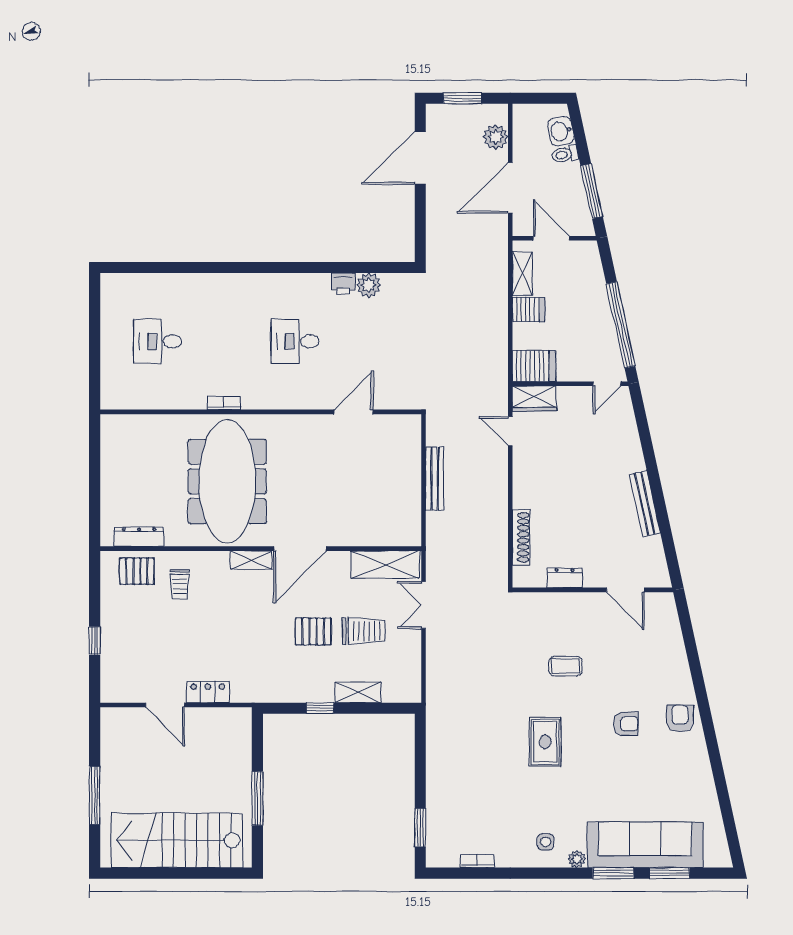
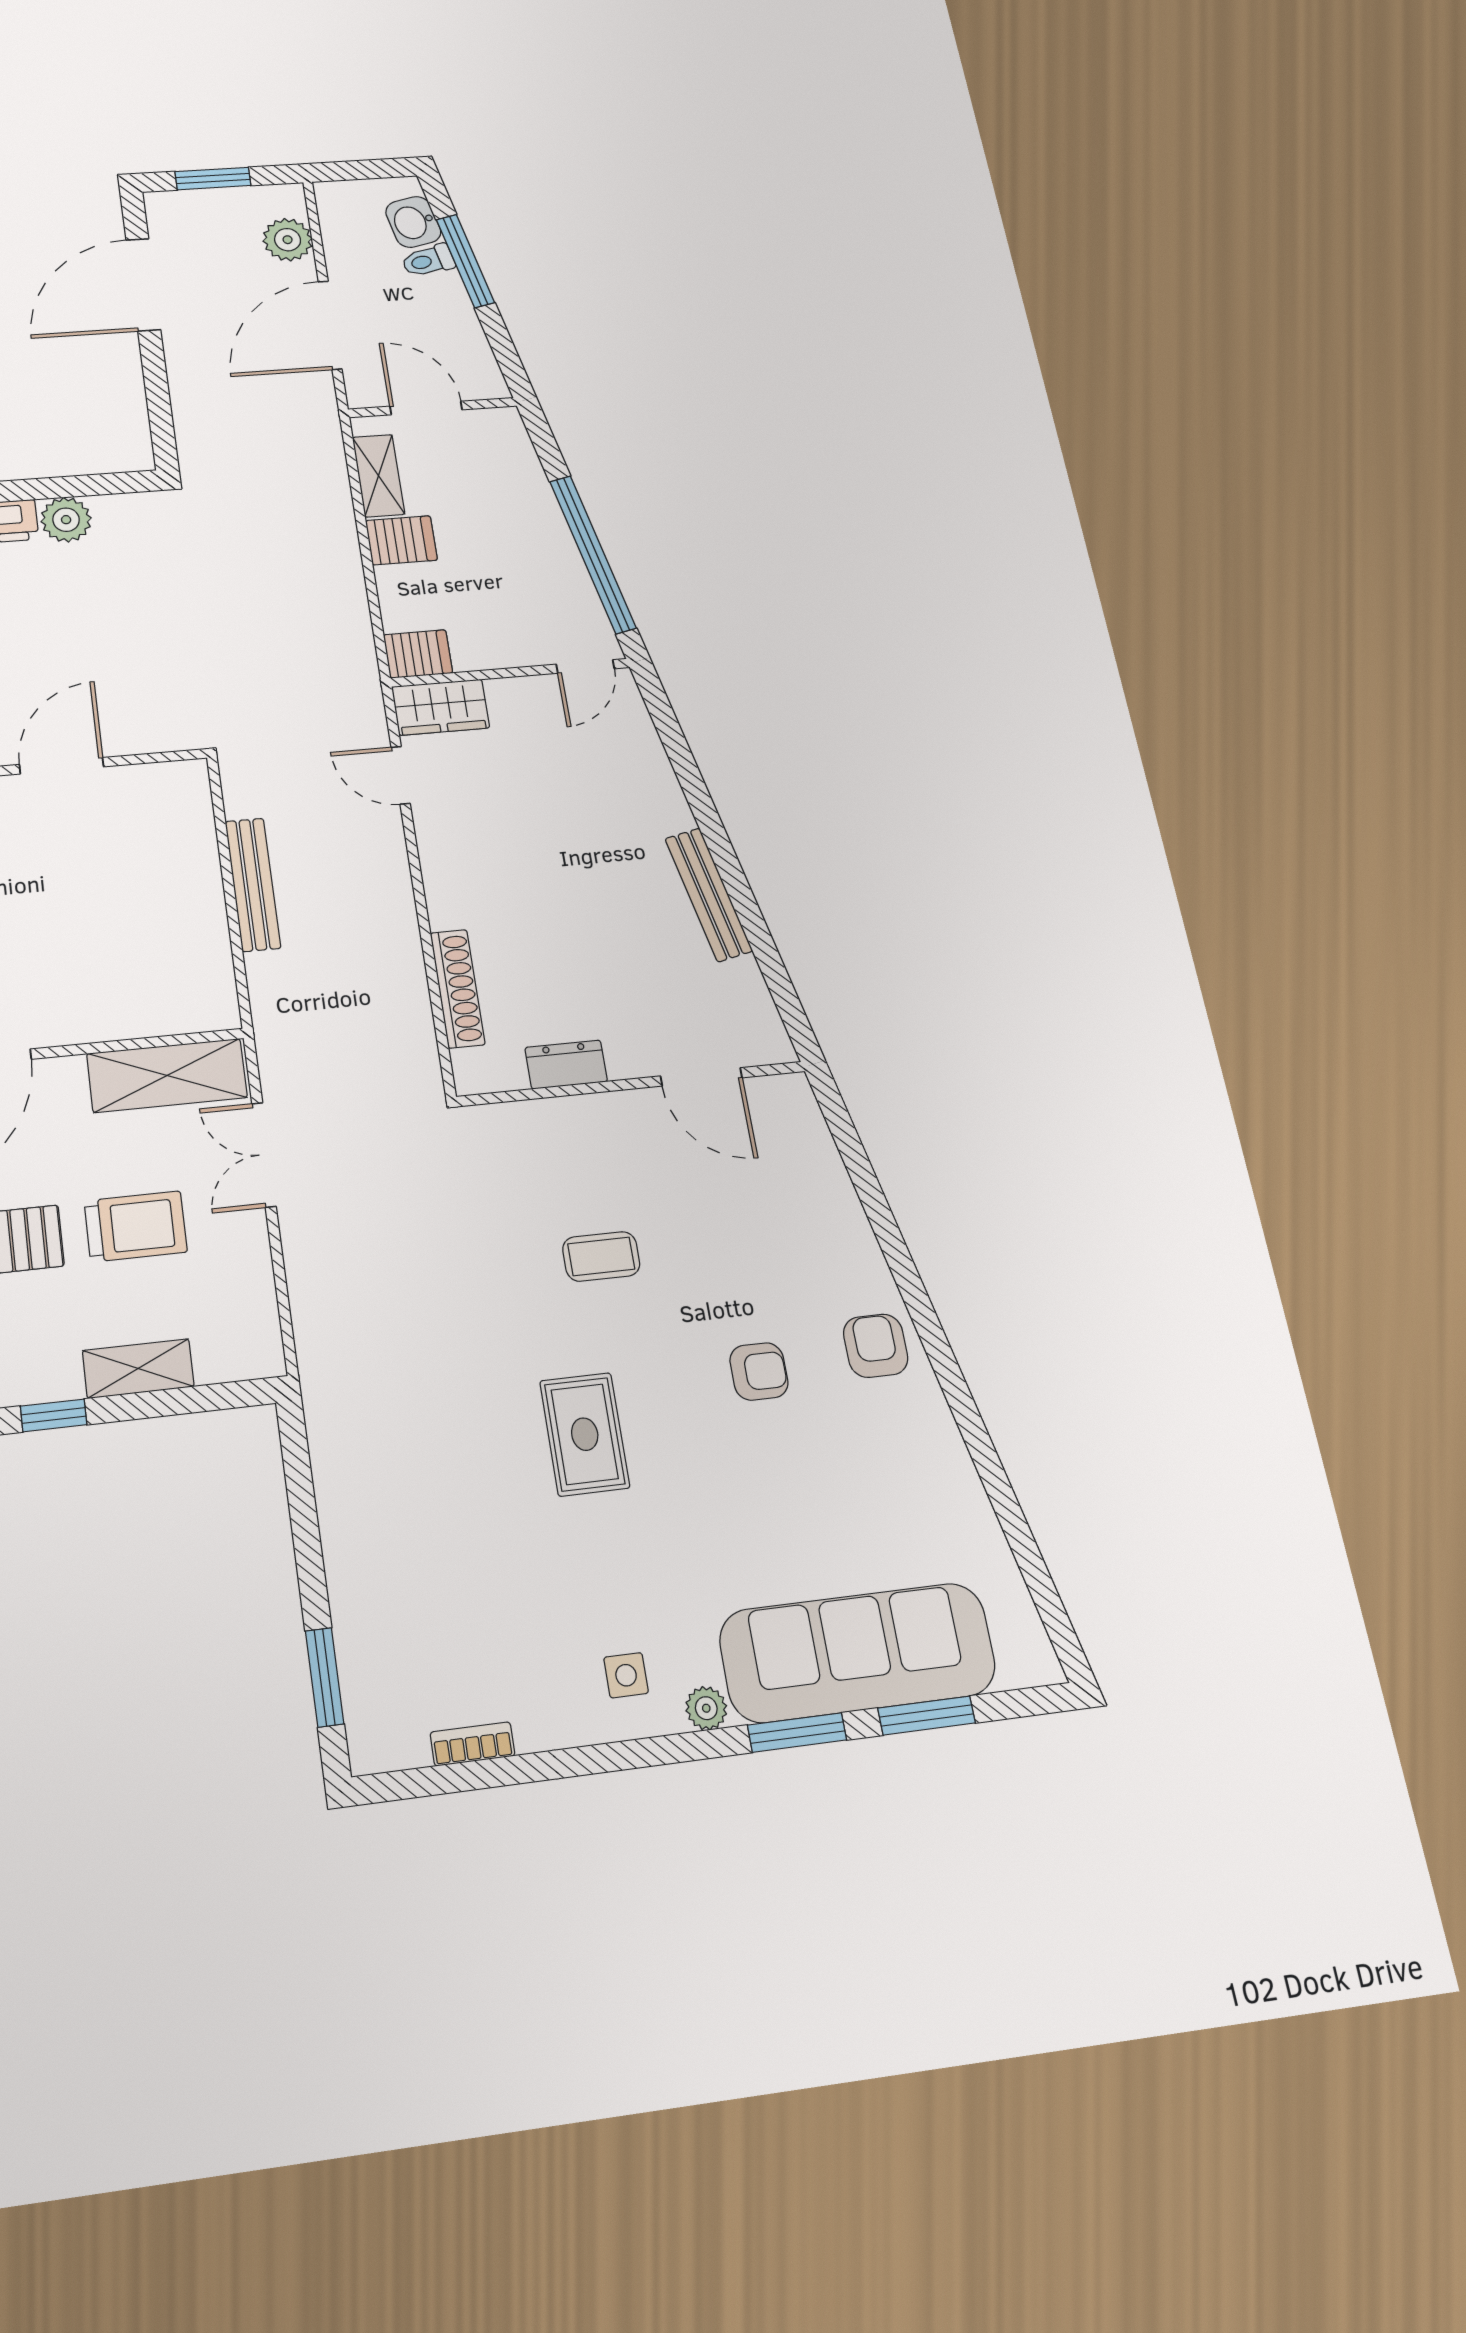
window: (592, 191) -> (465, 261), moved
server rack: (534, 366) -> (418, 654), width x0.73, depth x0.70

